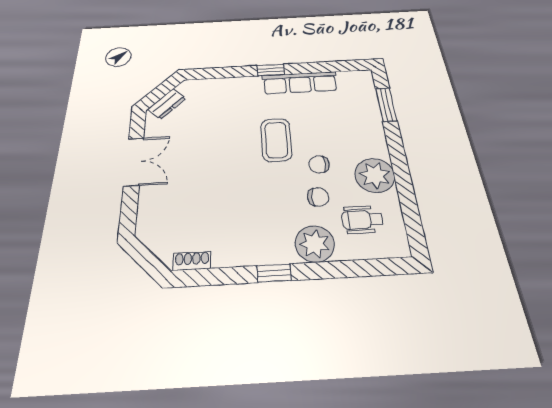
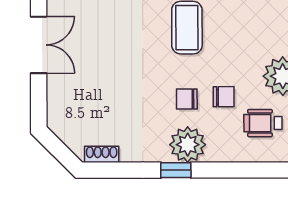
chair: (319, 164) -> (187, 99), moved
plant: (315, 244) -> (188, 145), moved

